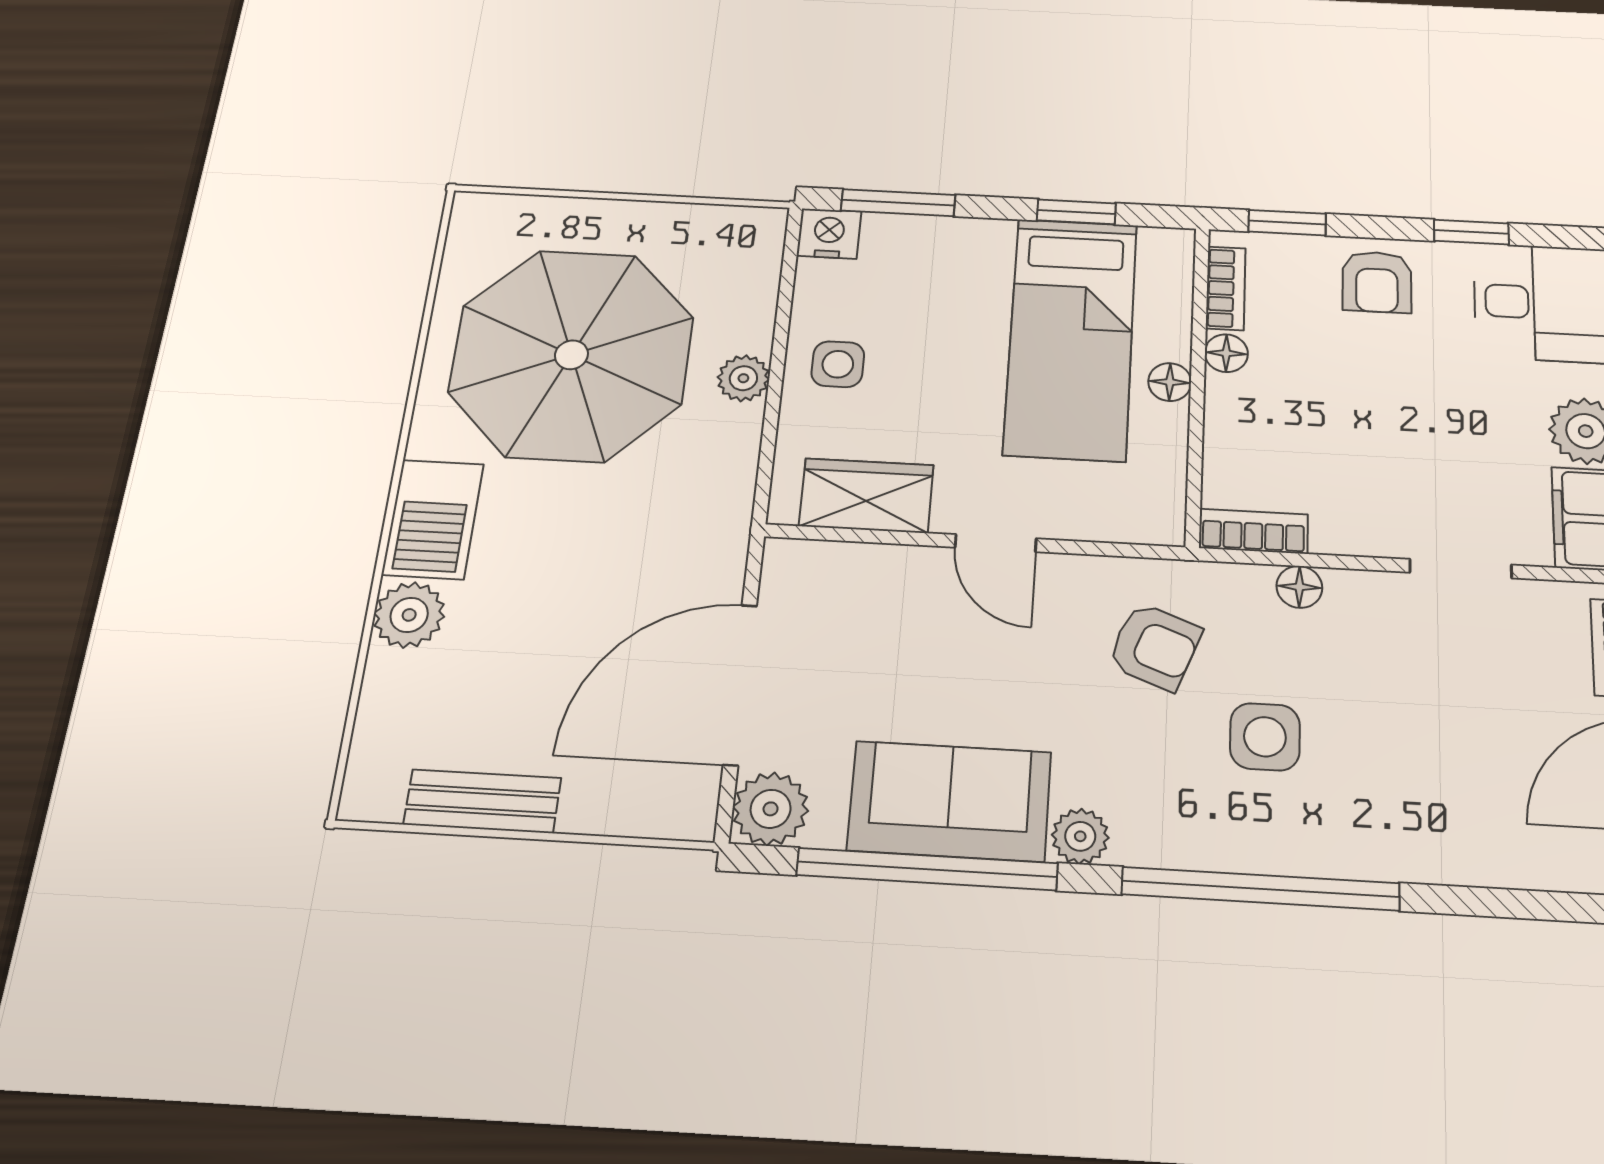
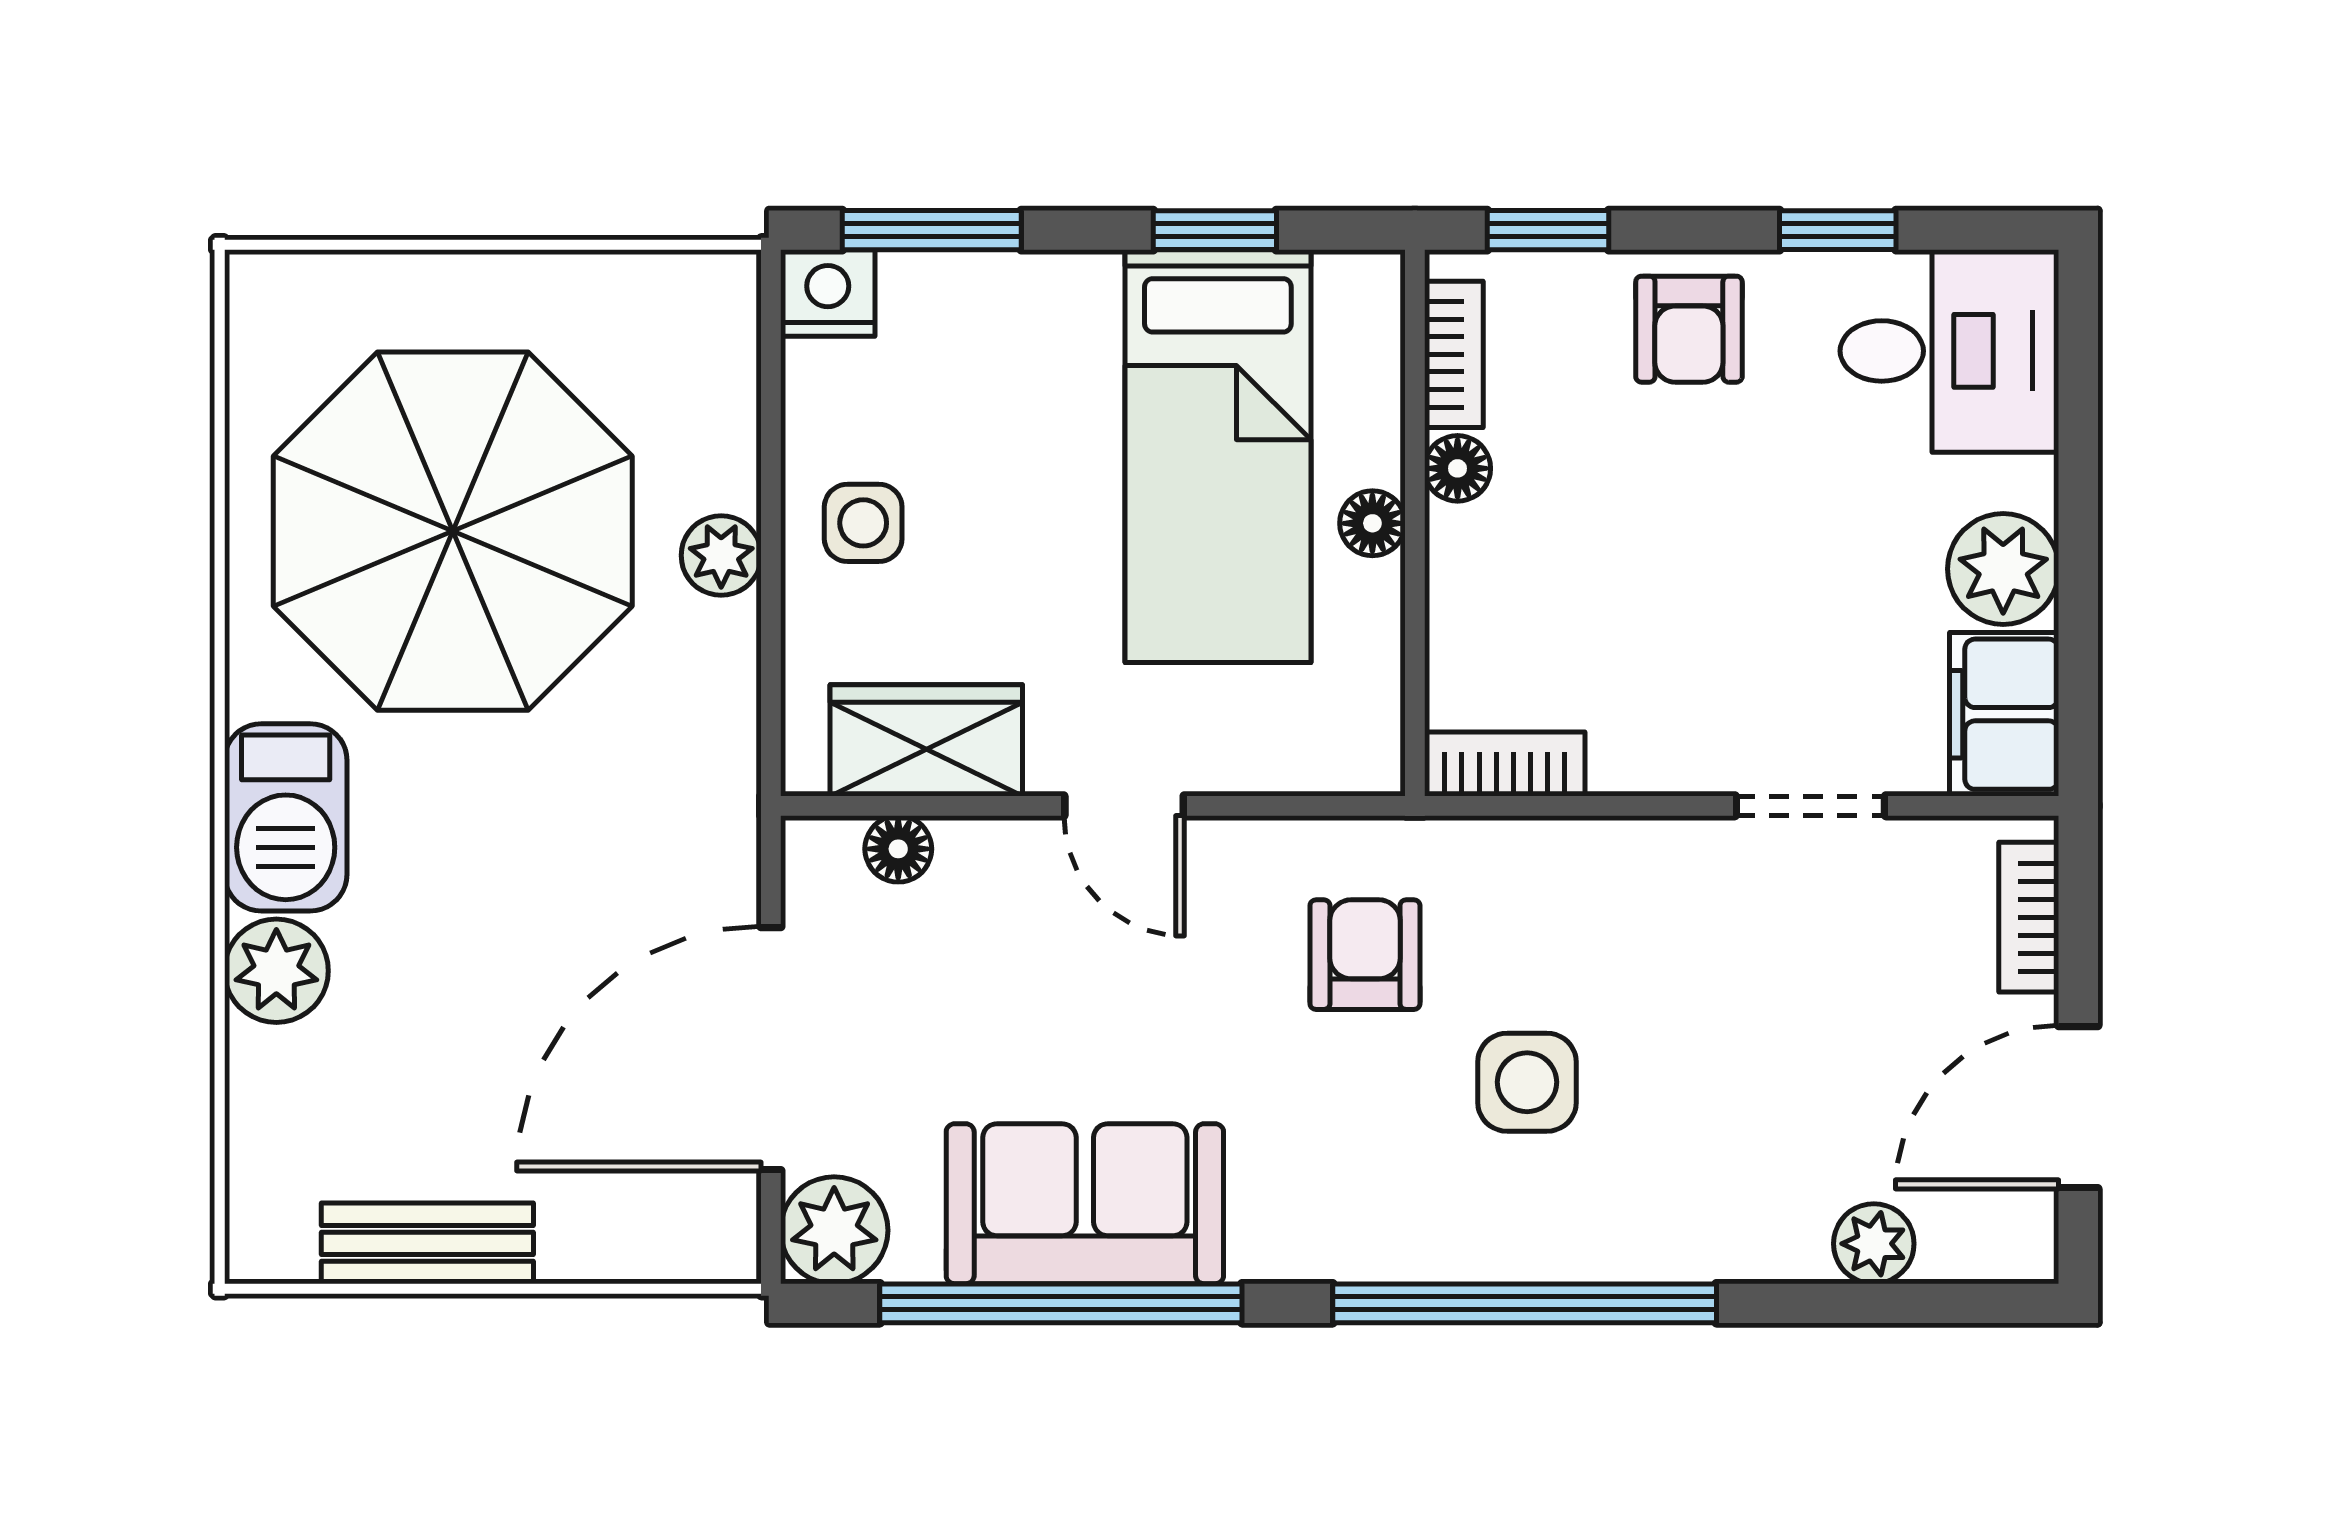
floor lamp: (1299, 587) -> (898, 849), moved
armchair: (1155, 646) -> (1365, 955), turned -111
plant: (1080, 836) -> (1874, 1244), moved

